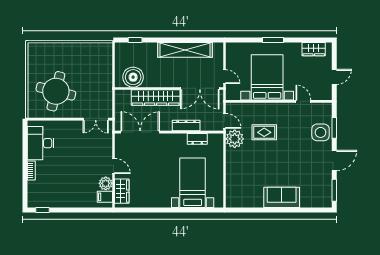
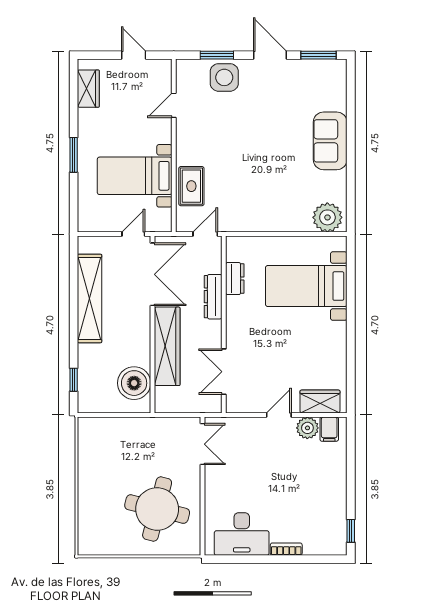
bed with nightstands: (267, 77) -> (135, 176), width x0.73
double door: (140, 132) -> (224, 372), width x0.73
rug: (264, 132) -> (191, 186), moved
plant: (235, 139) -> (327, 217), moved

